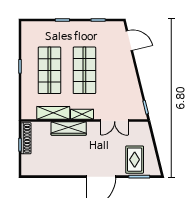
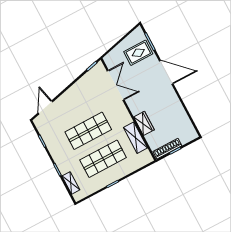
shelving: (82, 114) -> (71, 183), moved
double door: (115, 121) -> (116, 85), width x1.37
wardrobe: (69, 128) -> (144, 123), width x0.67

